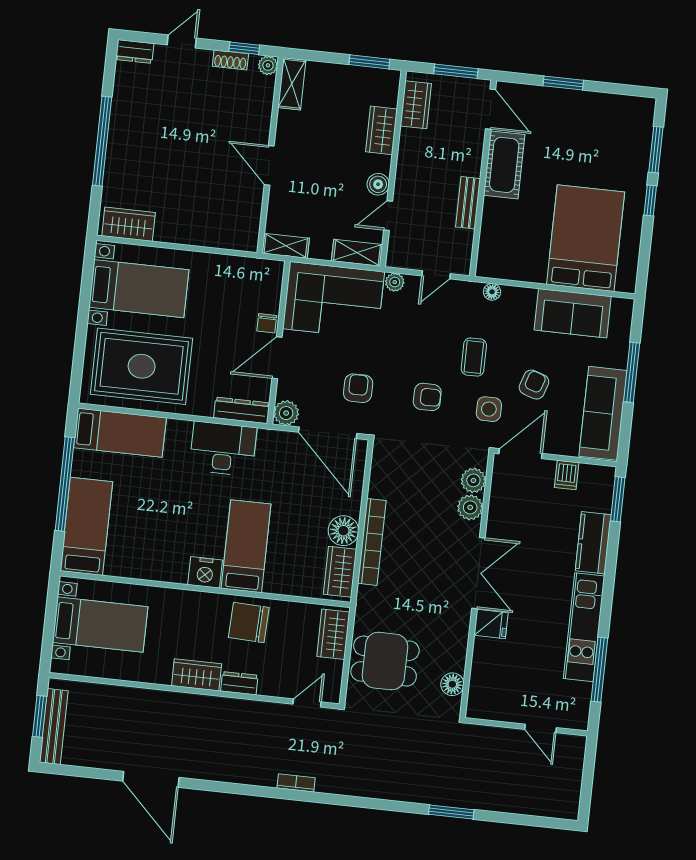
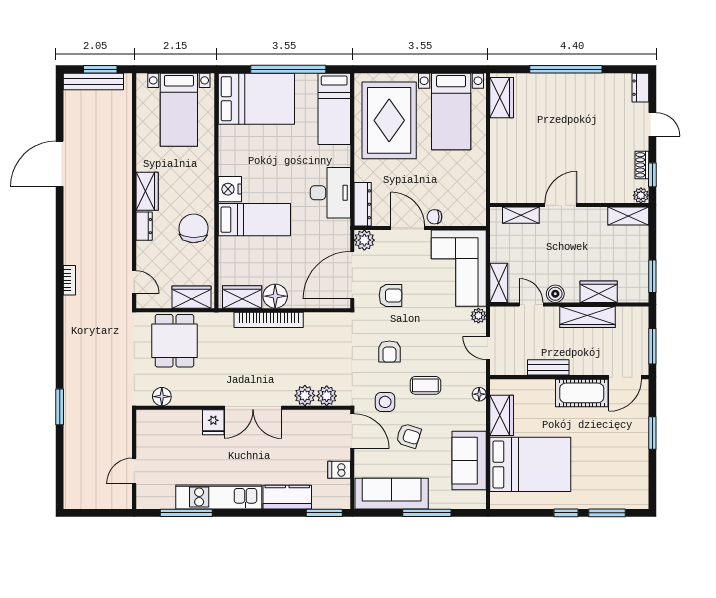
wardrobe: (416, 105) -> (588, 317), moved, width x1.50
shelving: (286, 246) -> (521, 215), moved, turned 90
wardrobe: (521, 267) -> (502, 415), added
bed: (86, 526) -> (256, 99), width x1.50

